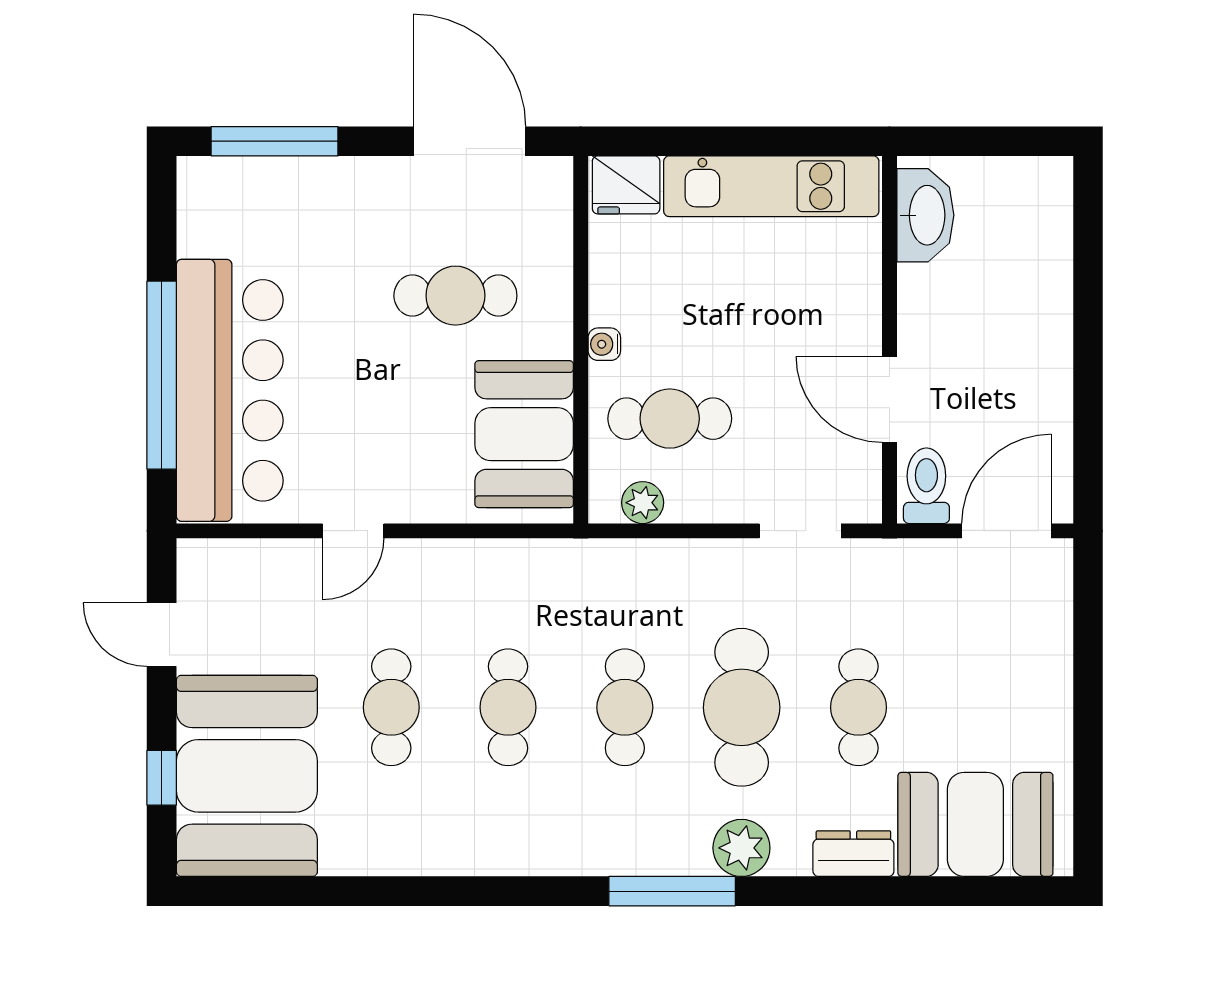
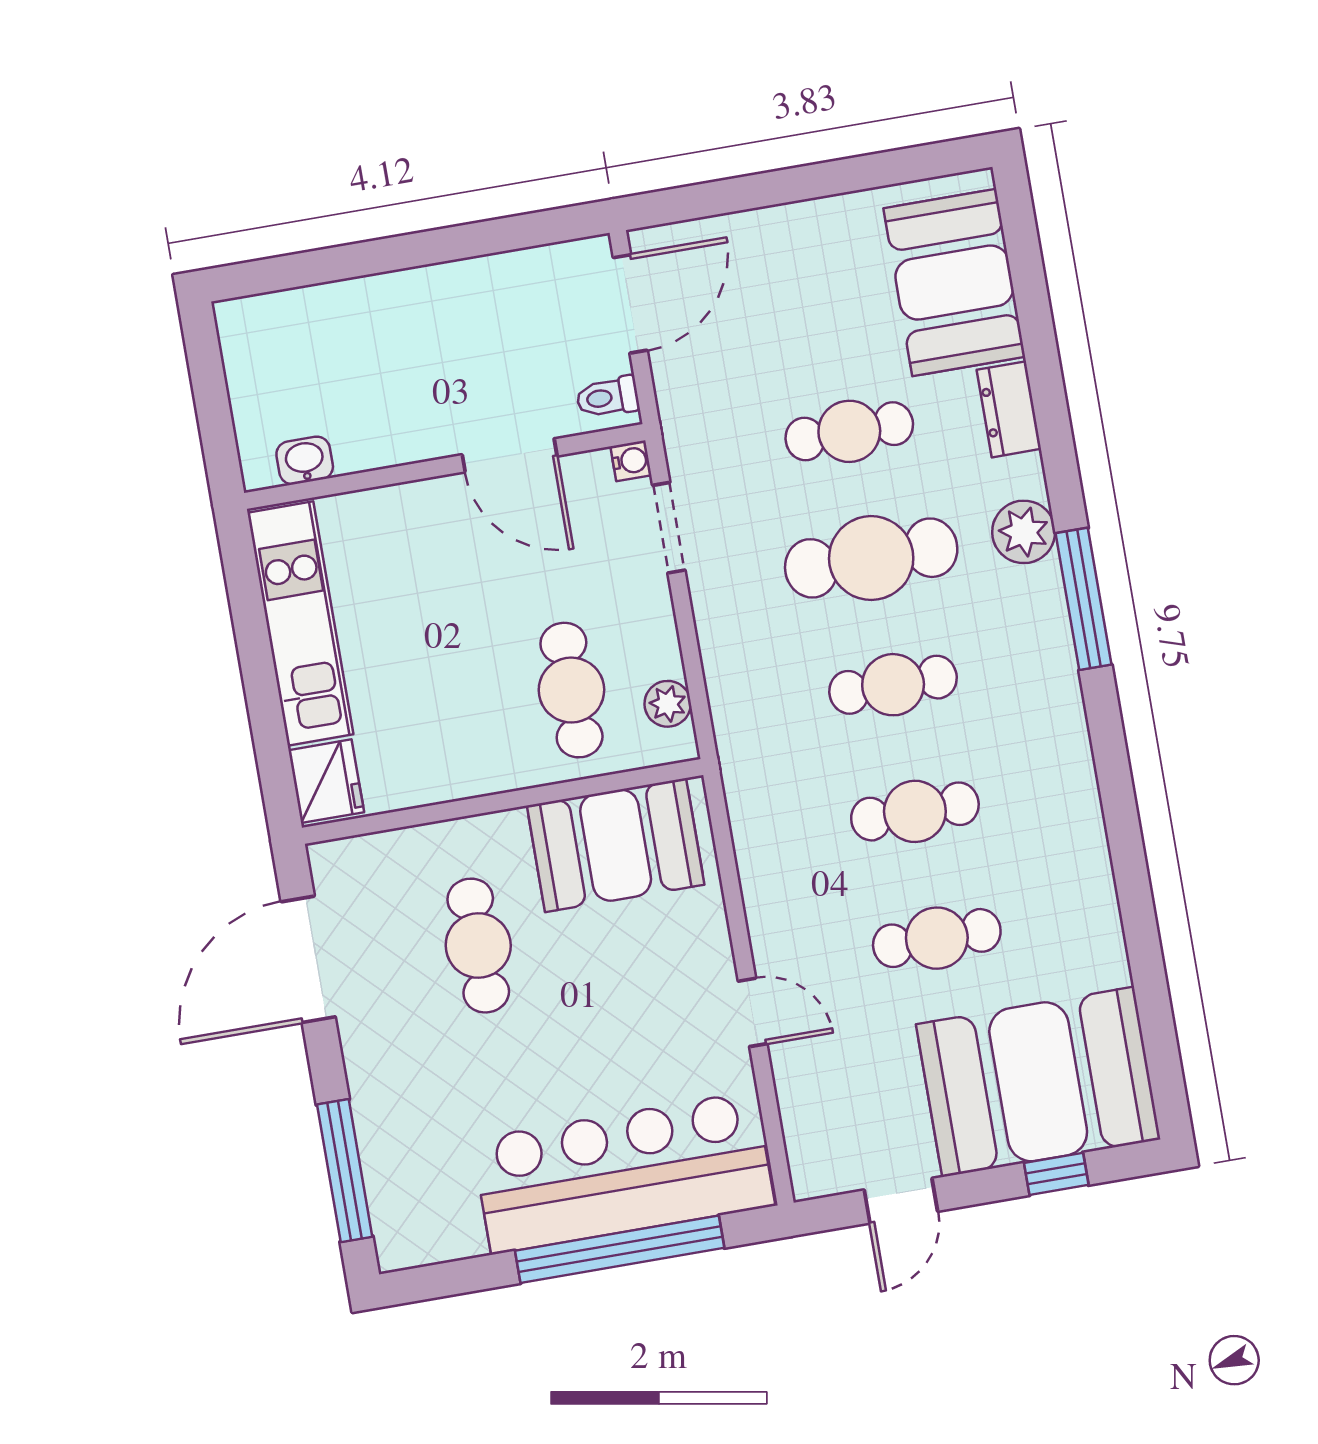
washbasin: (925, 215) -> (305, 460), width x0.52, depth x0.69
water cooler: (604, 344) -> (631, 461), moved, turned -90
door: (889, 399) -> (510, 455), hinge flipped
toilet: (926, 486) -> (608, 397), width x0.73, depth x0.72
door: (1006, 531) -> (630, 304), swing flipped

